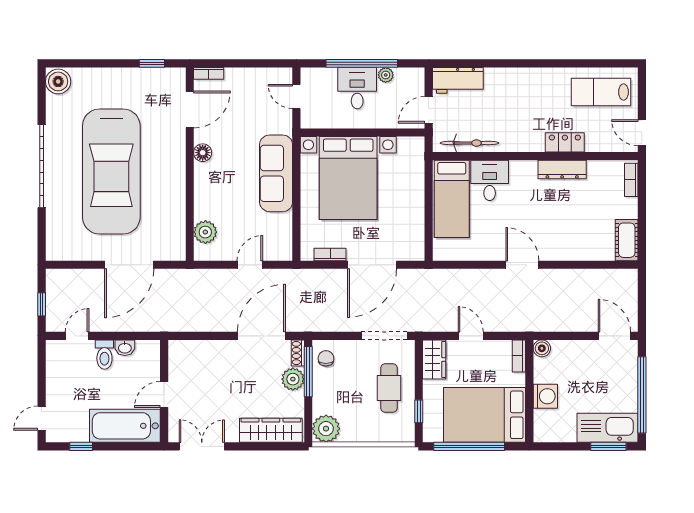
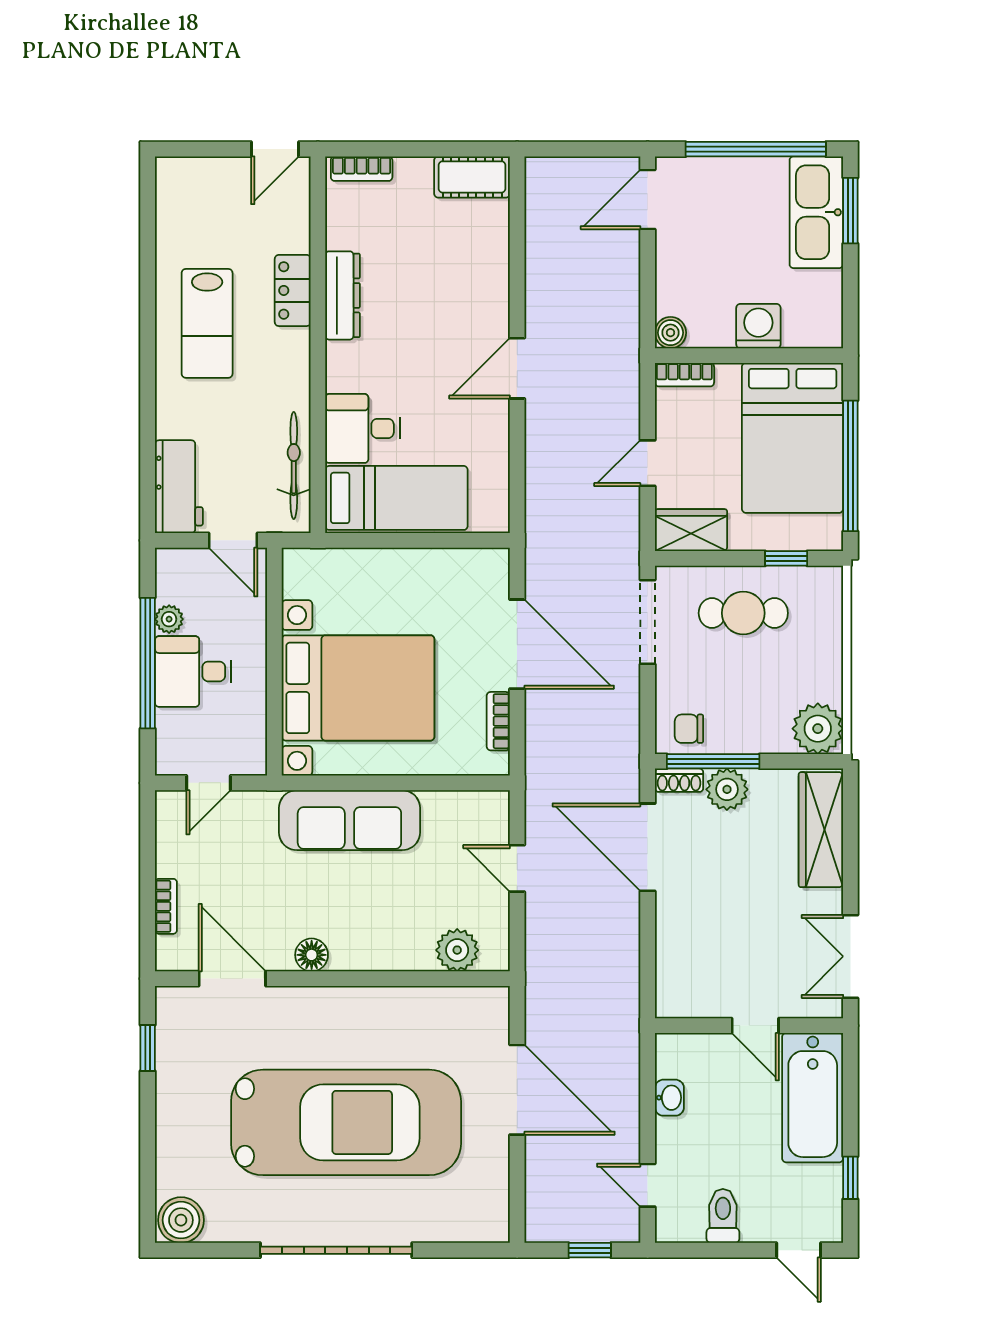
bookcase: (209, 73) -> (166, 906), moved
lab bench: (601, 92) -> (207, 323), moved
toilet: (104, 355) -> (723, 1216), moved, turned -90

